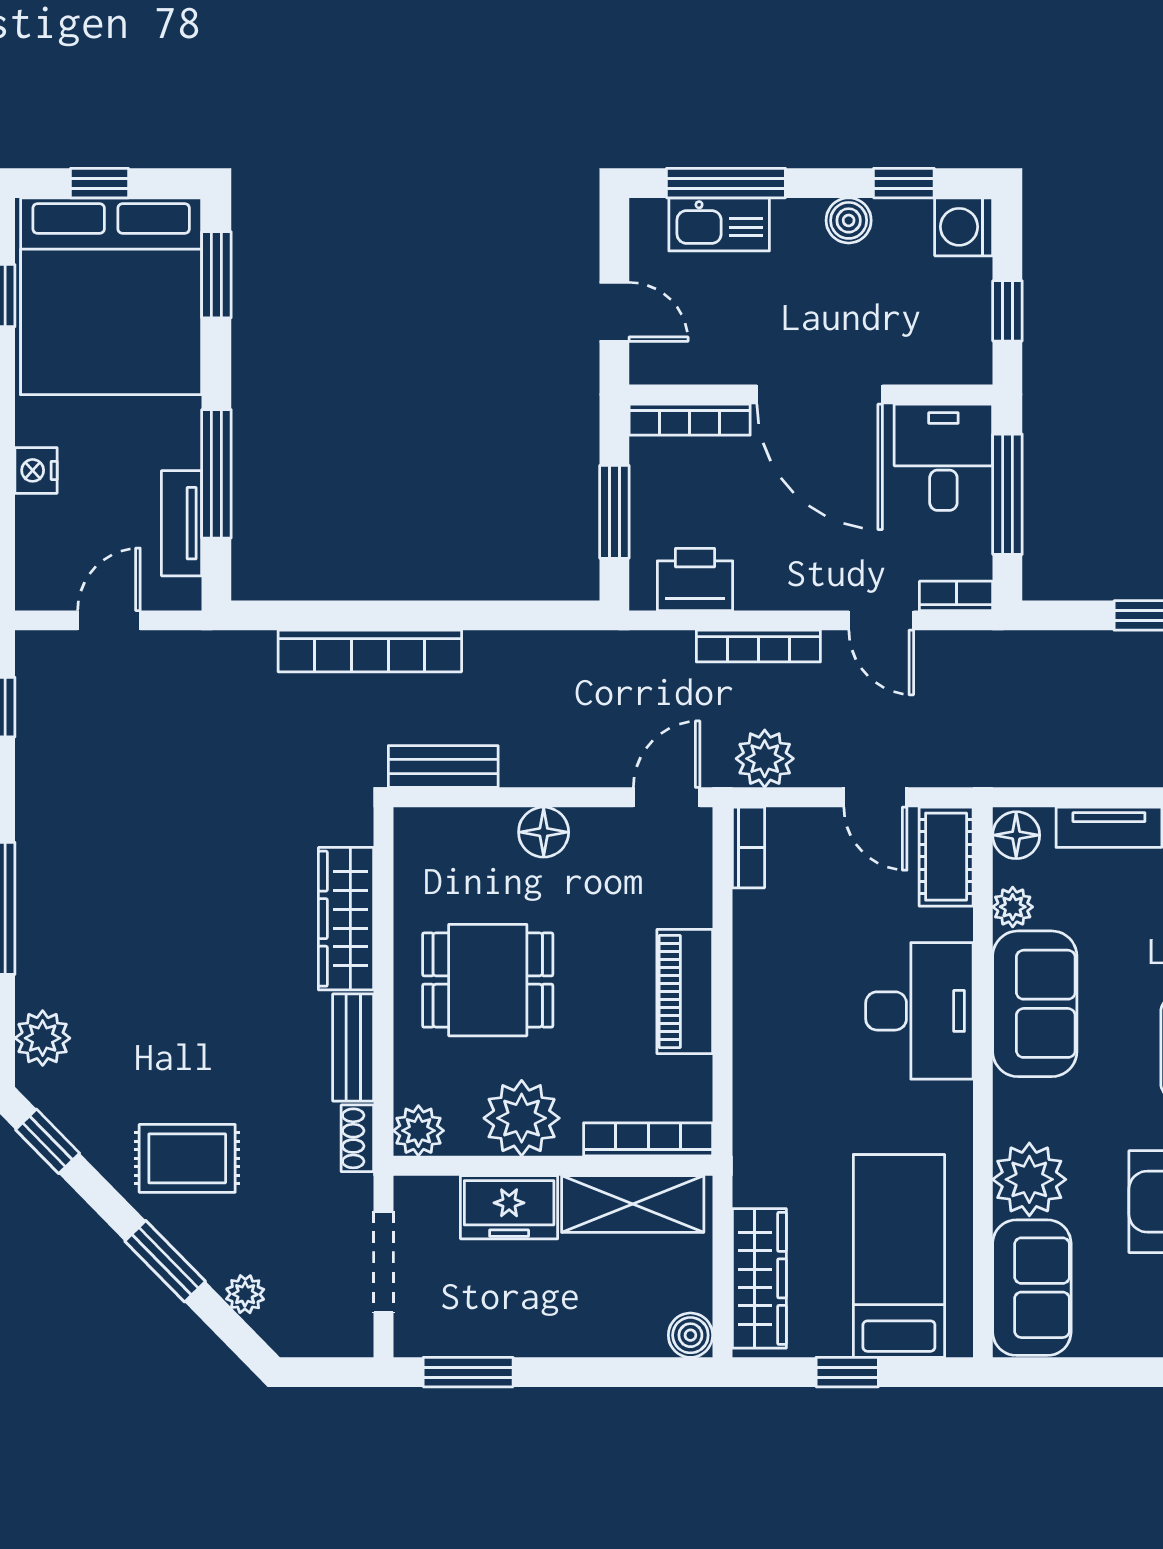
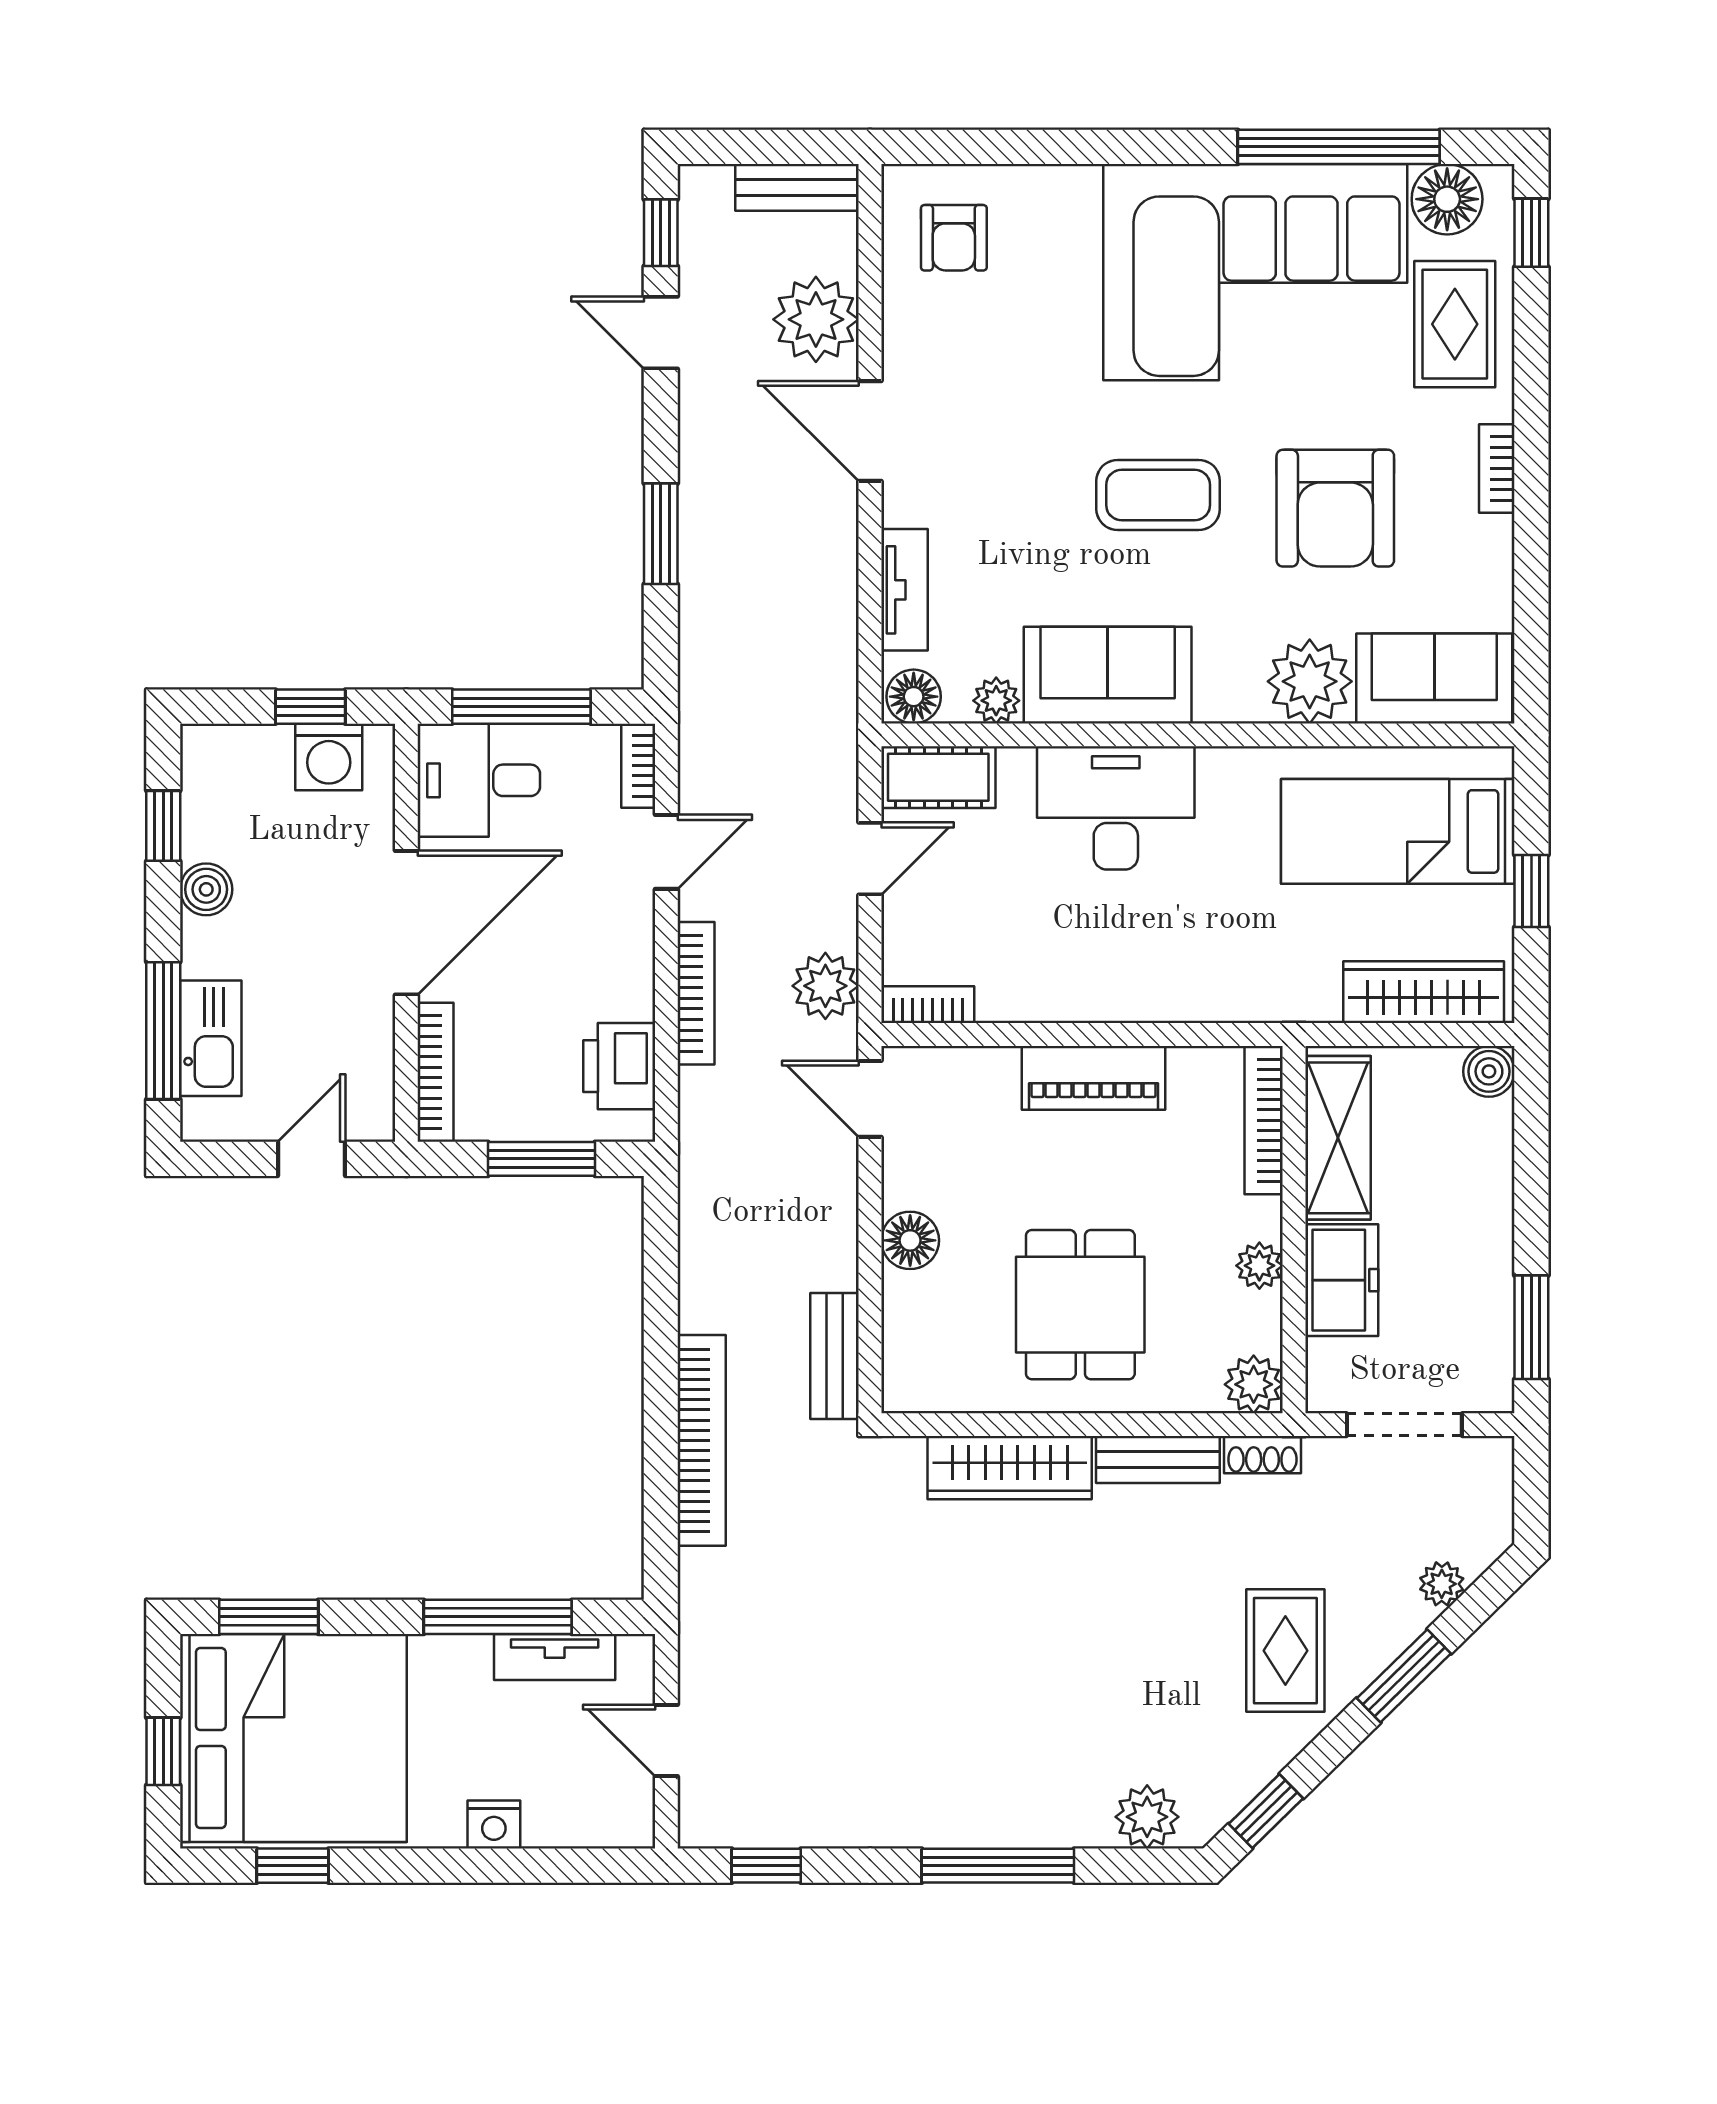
washing machine: (964, 227) -> (329, 757), moved
plant: (522, 1118) -> (1259, 1266), width x0.53, depth x0.53

